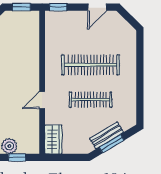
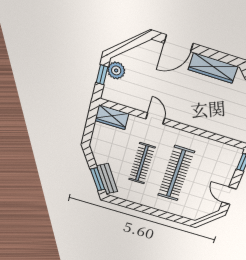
bench: (107, 135) -> (107, 179), moved
window: (112, 144) -> (98, 179), moved

